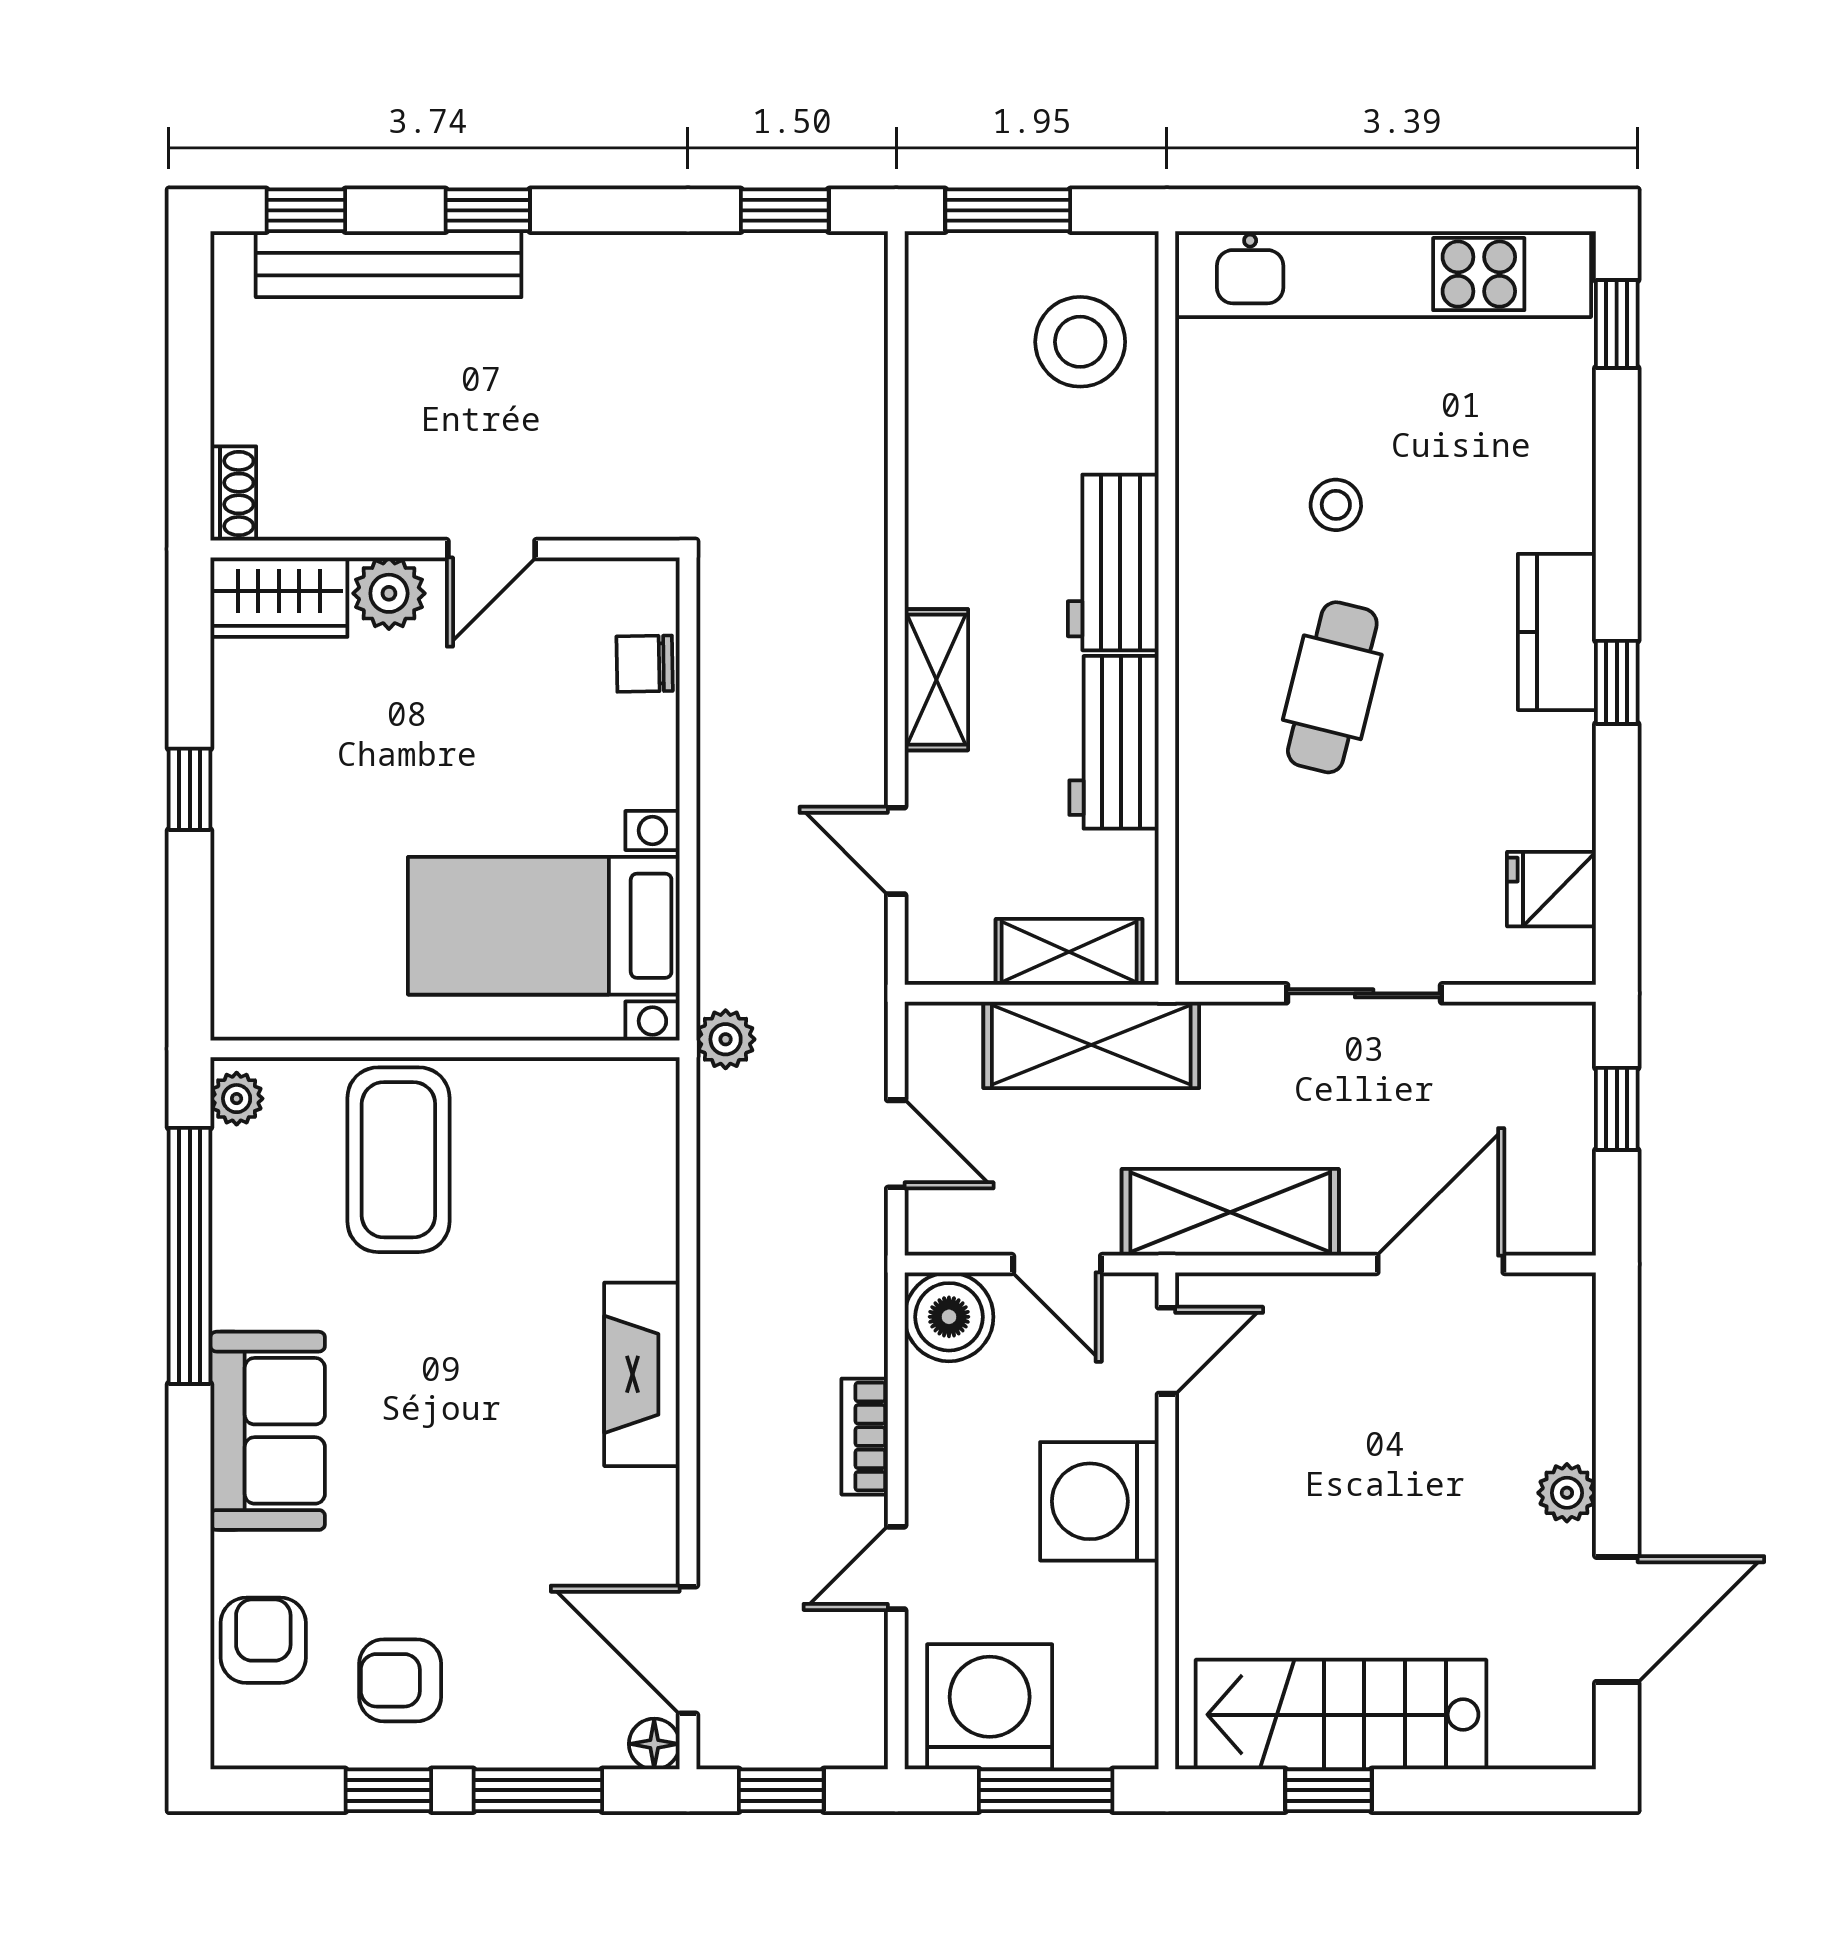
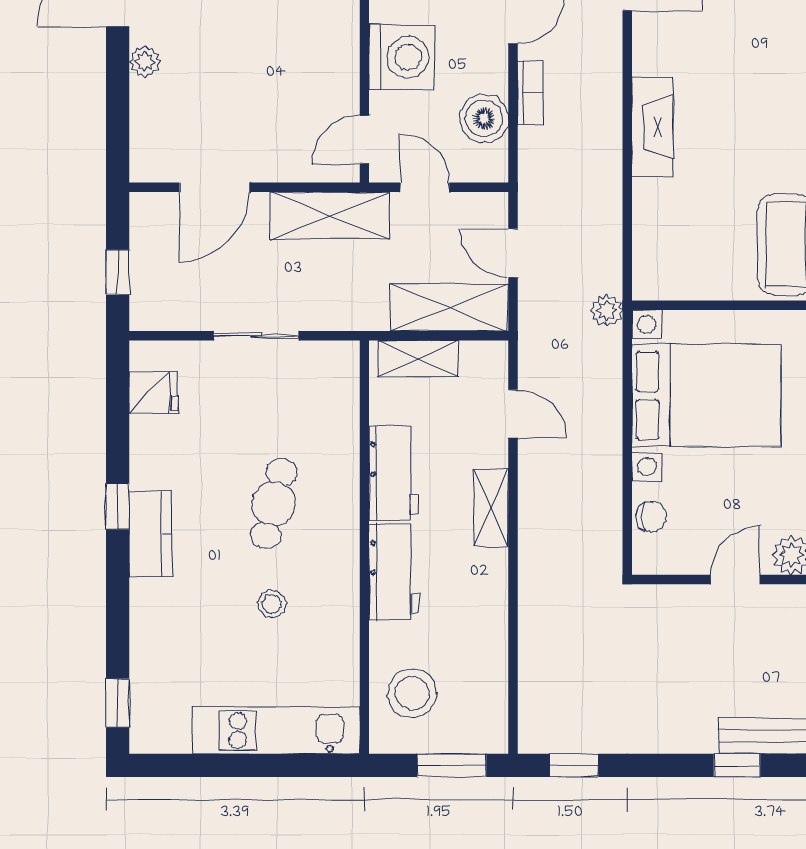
kitchen unit: (1383, 274) -> (276, 730), width x0.73
bed with nightstands: (544, 926) -> (706, 396), width x1.36
shelving: (1091, 1045) -> (449, 307), moved
boiler: (949, 1317) -> (484, 119), moved

